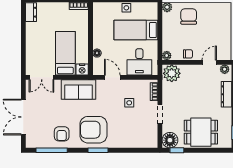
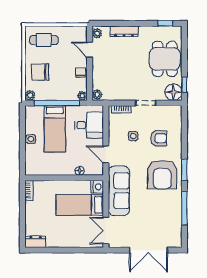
cafe table: (218, 20) -> (44, 40), added
window: (160, 32) -> (57, 103), added
plant: (172, 73) -> (97, 95), width x0.53, depth x0.53
double door: (42, 77) -> (106, 230), swing flipped
door: (112, 77) -> (106, 154), hinge flipped
sofa: (78, 90) -> (119, 191), width x1.36
armchair: (62, 134) -> (159, 138), moved
window: (52, 150) -> (184, 208), moved

